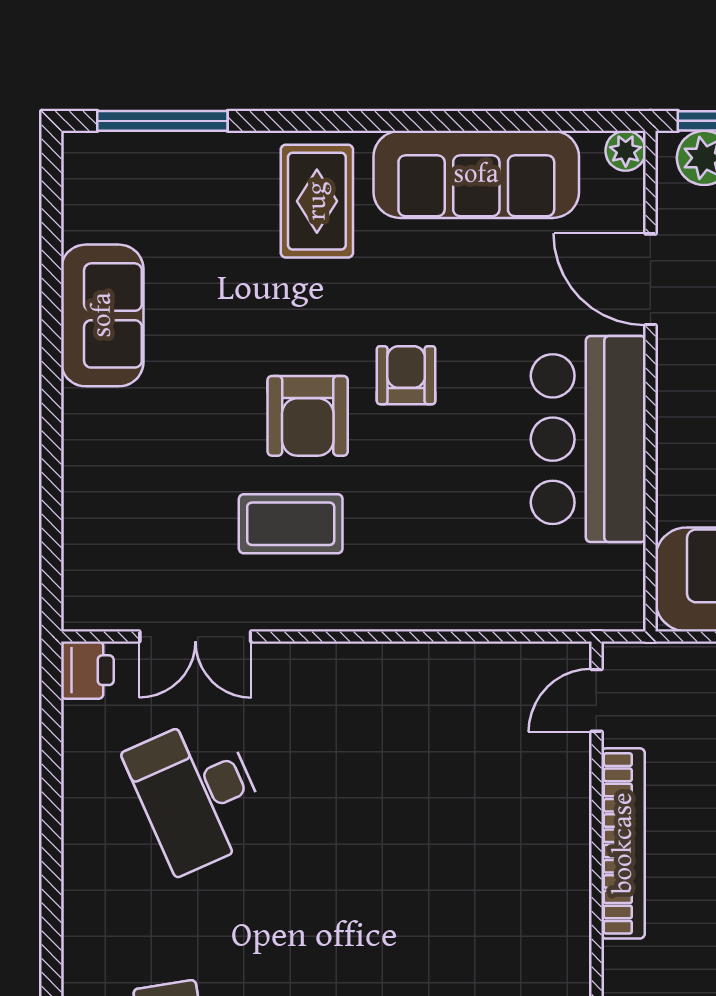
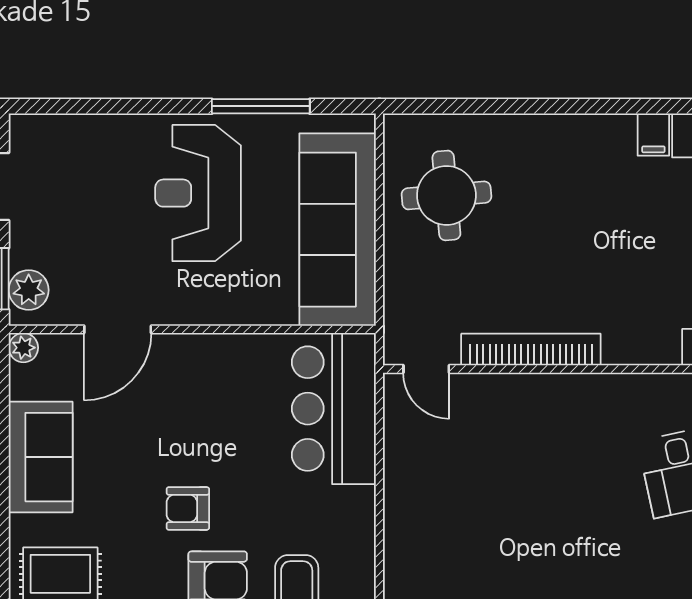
sofa: (476, 174) -> (41, 457), width x0.73
bar counter: (588, 439) -> (334, 409), moved, turned 90

